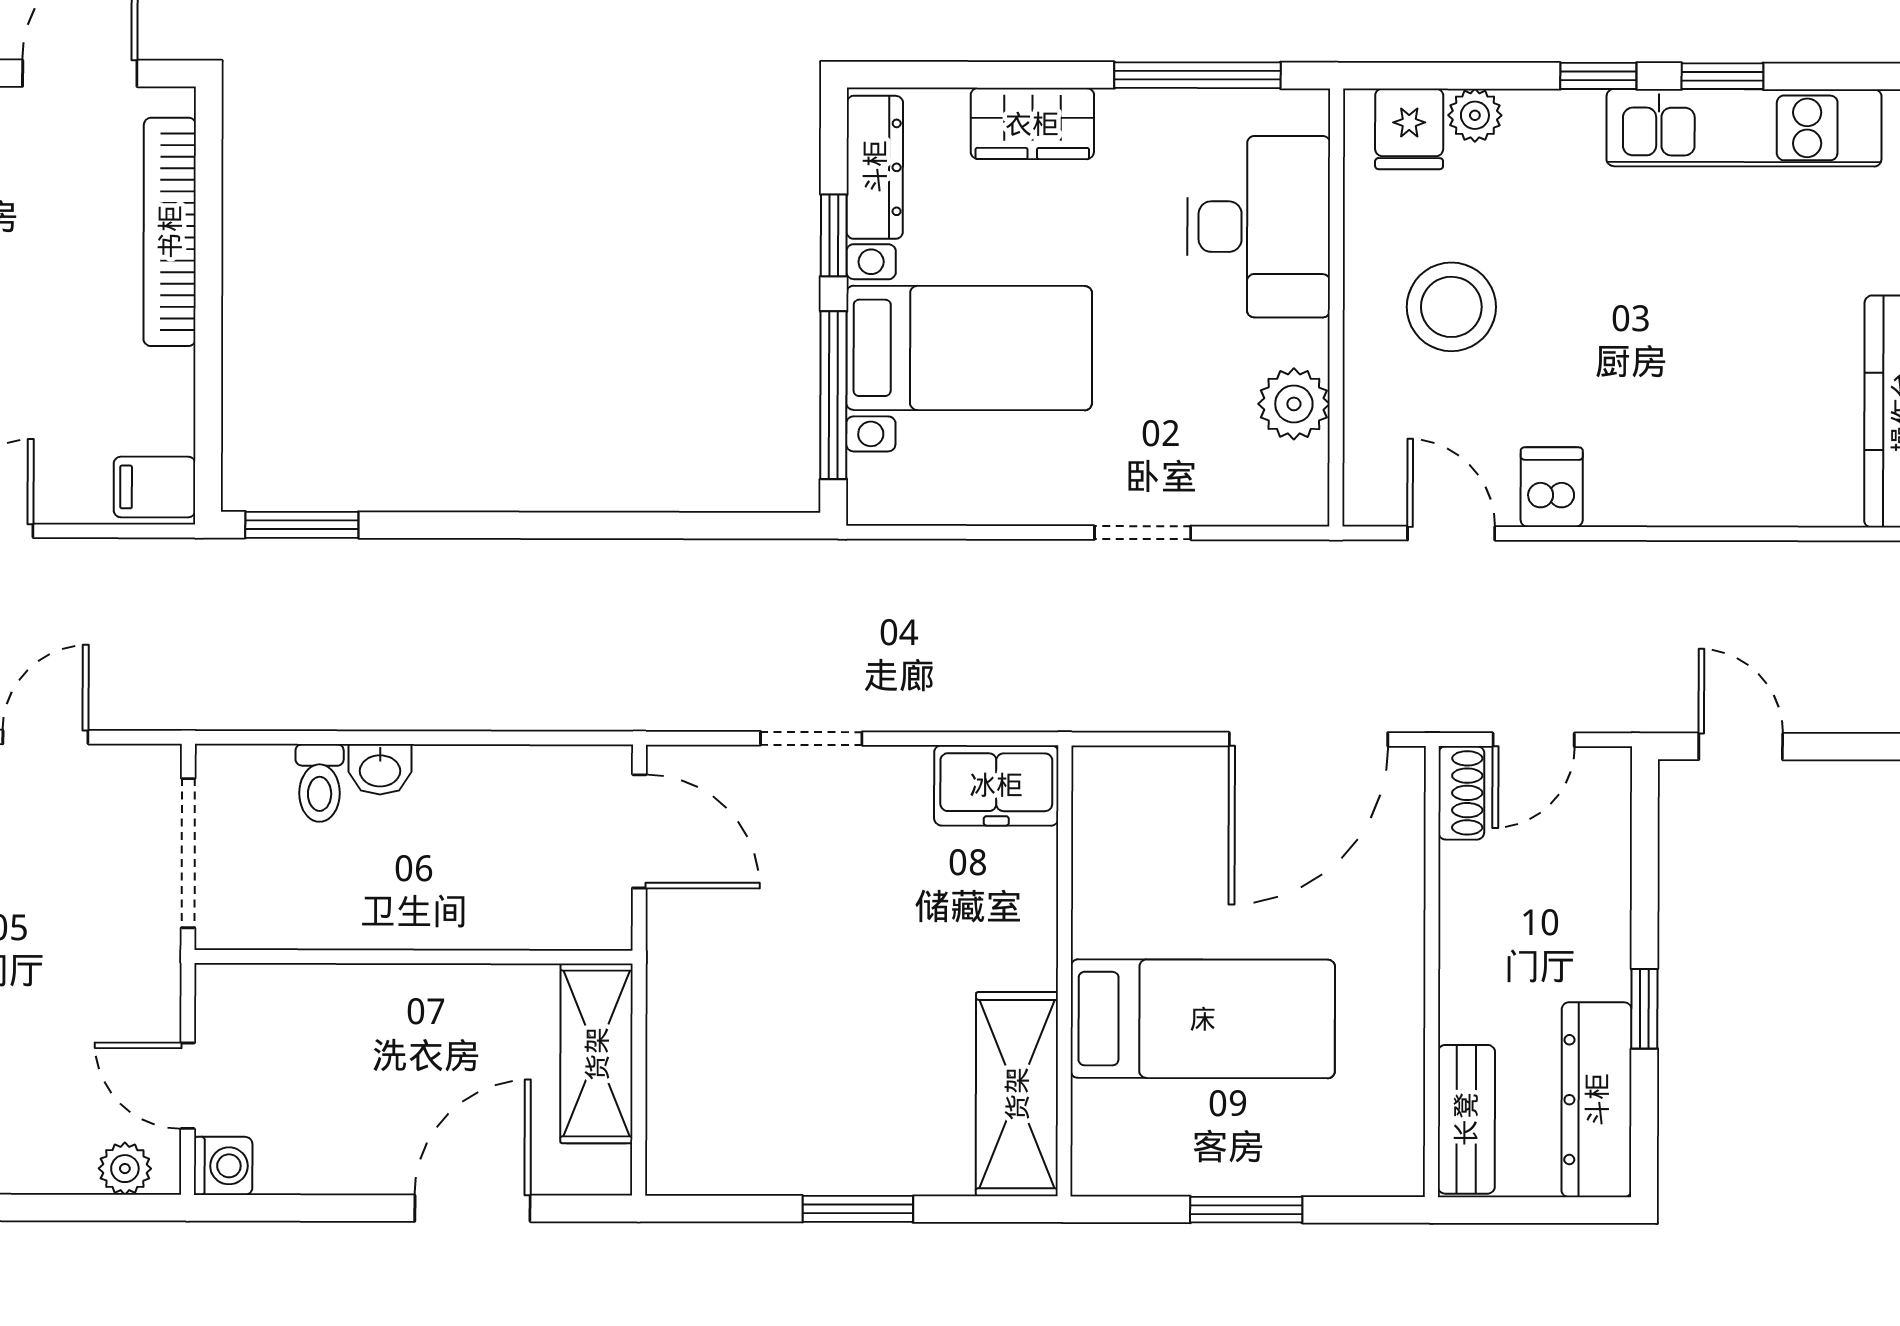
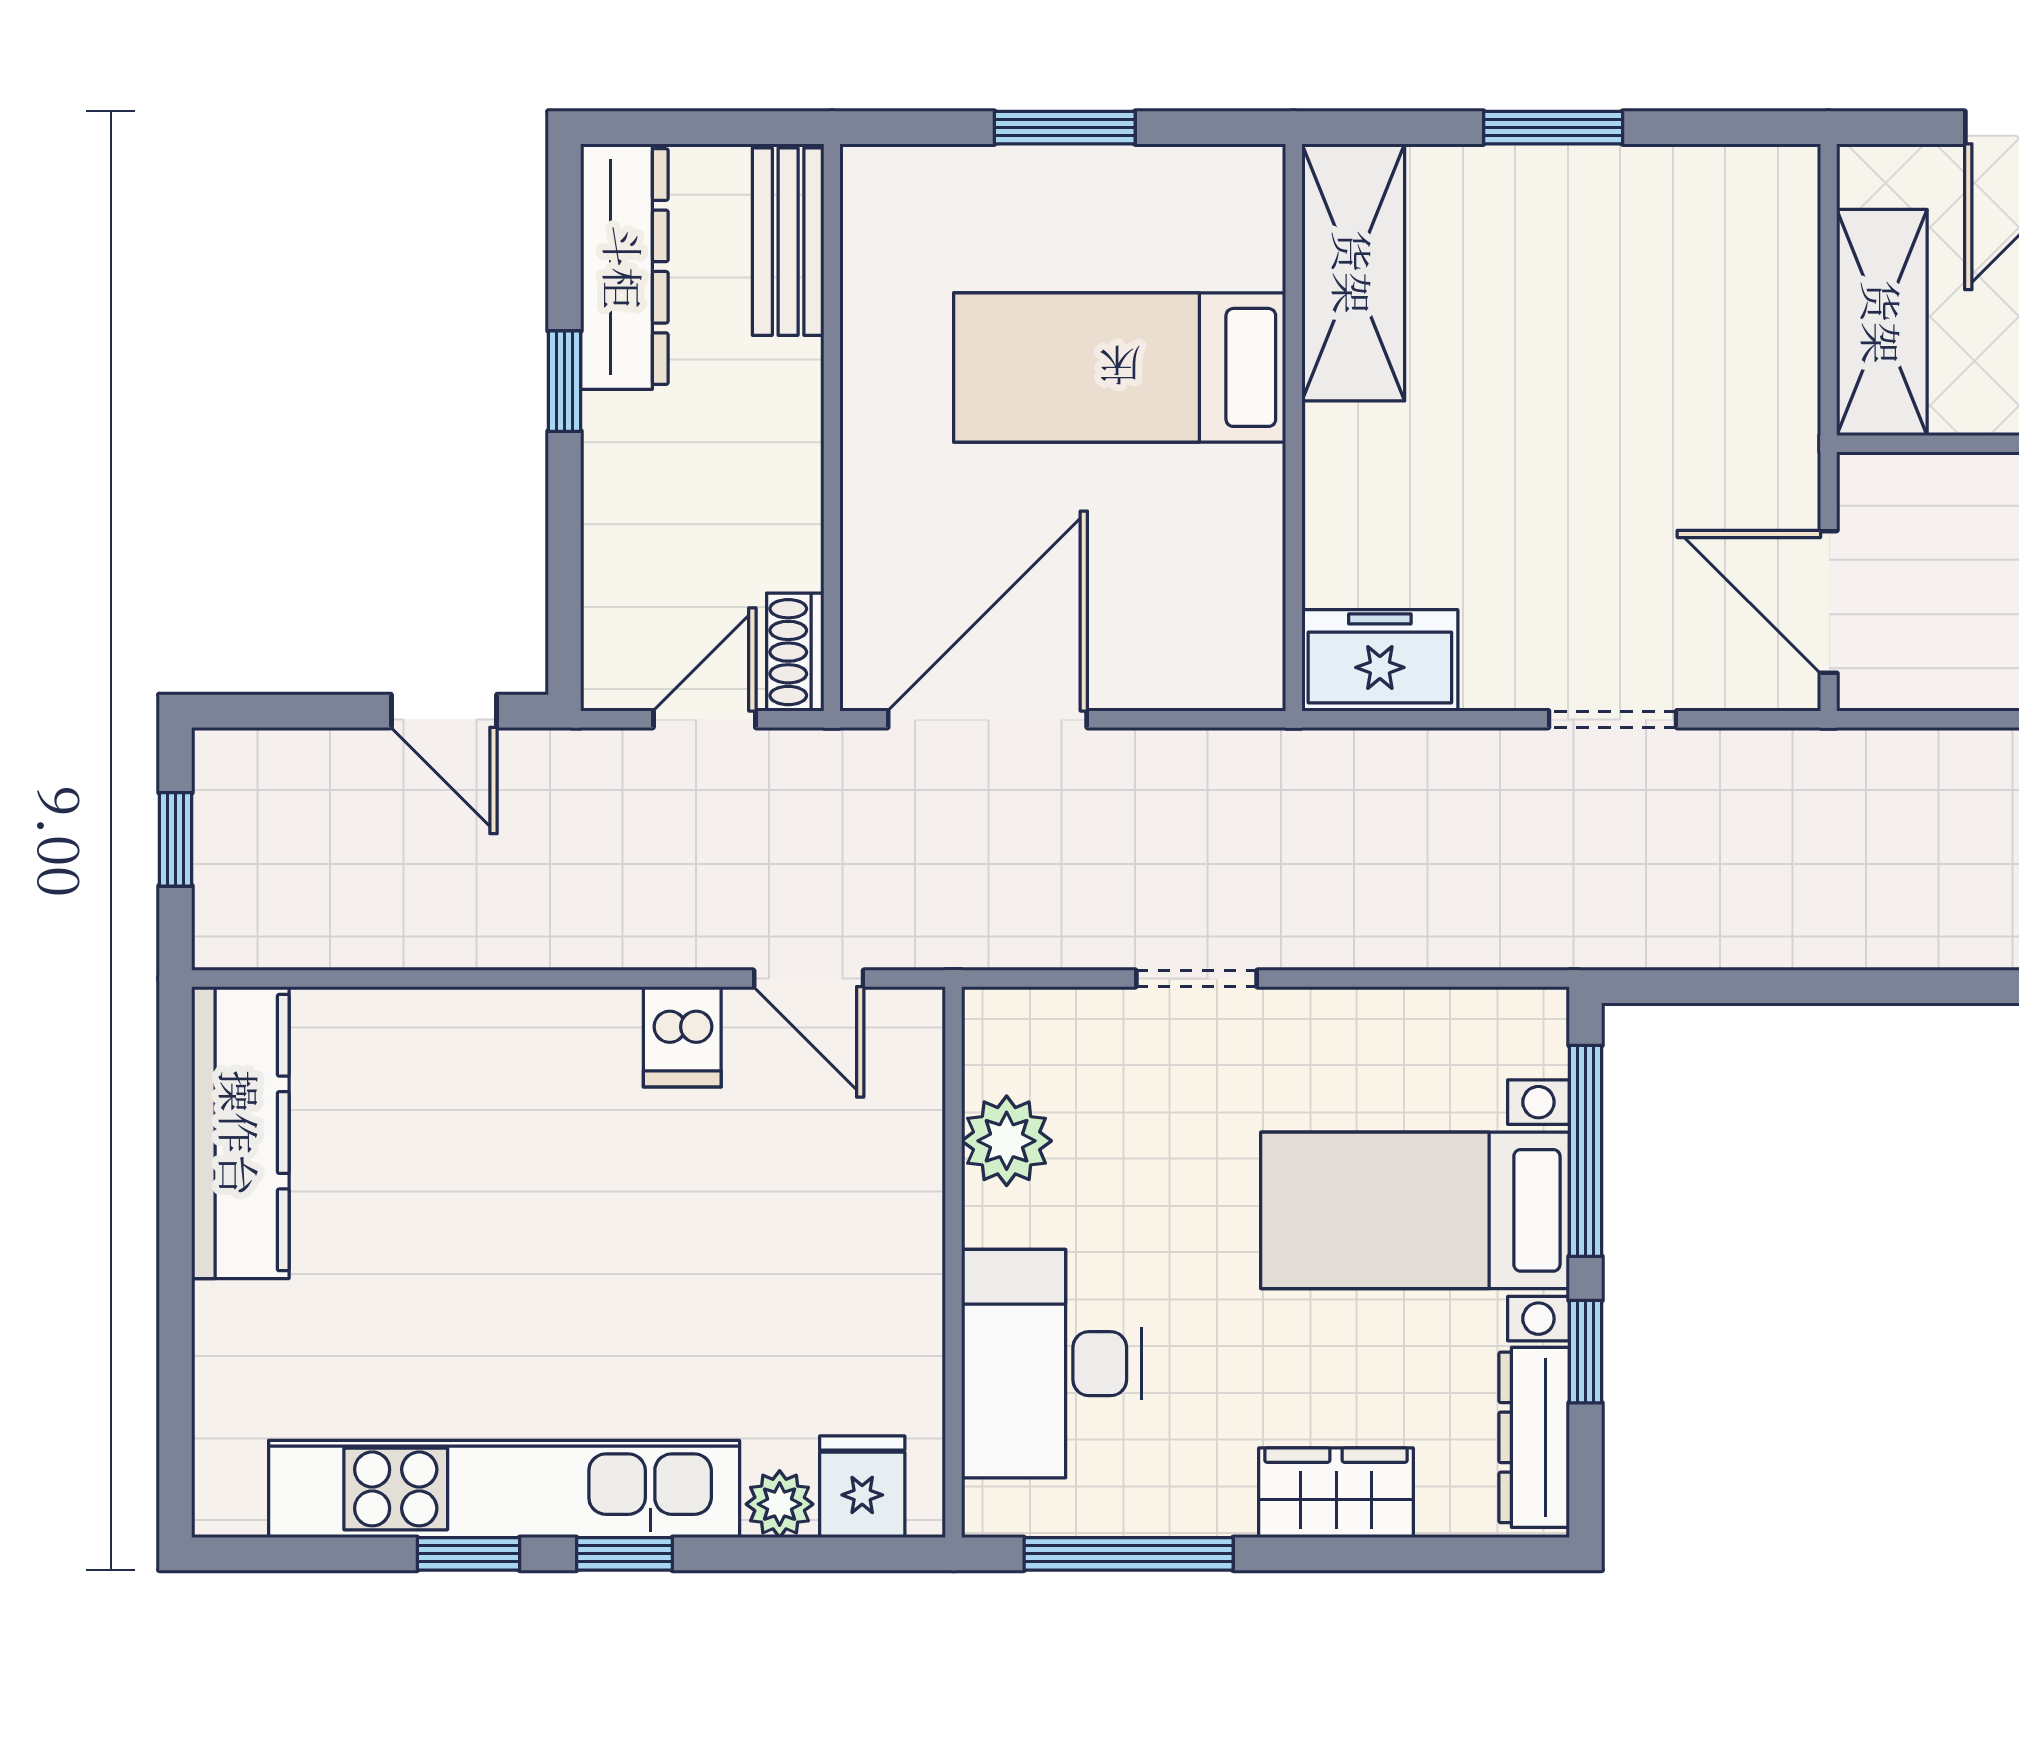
kitchen unit: (1744, 128) -> (504, 1489), width x1.36
stool: (1451, 307) -> (809, 1263), removed

